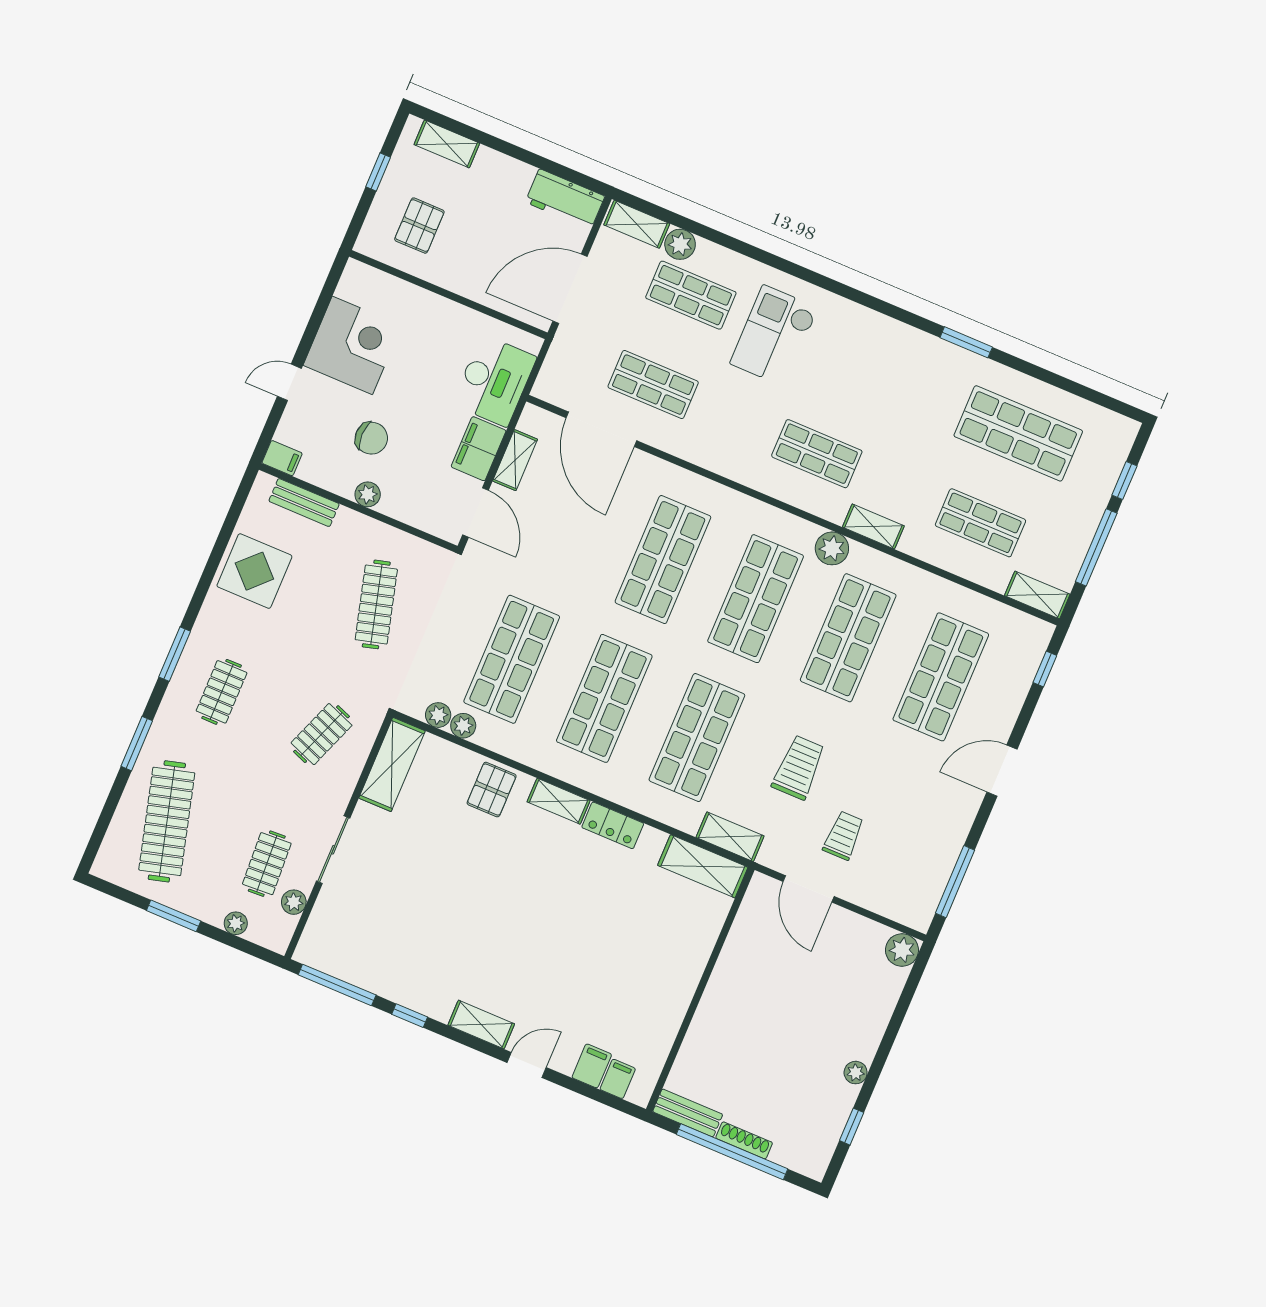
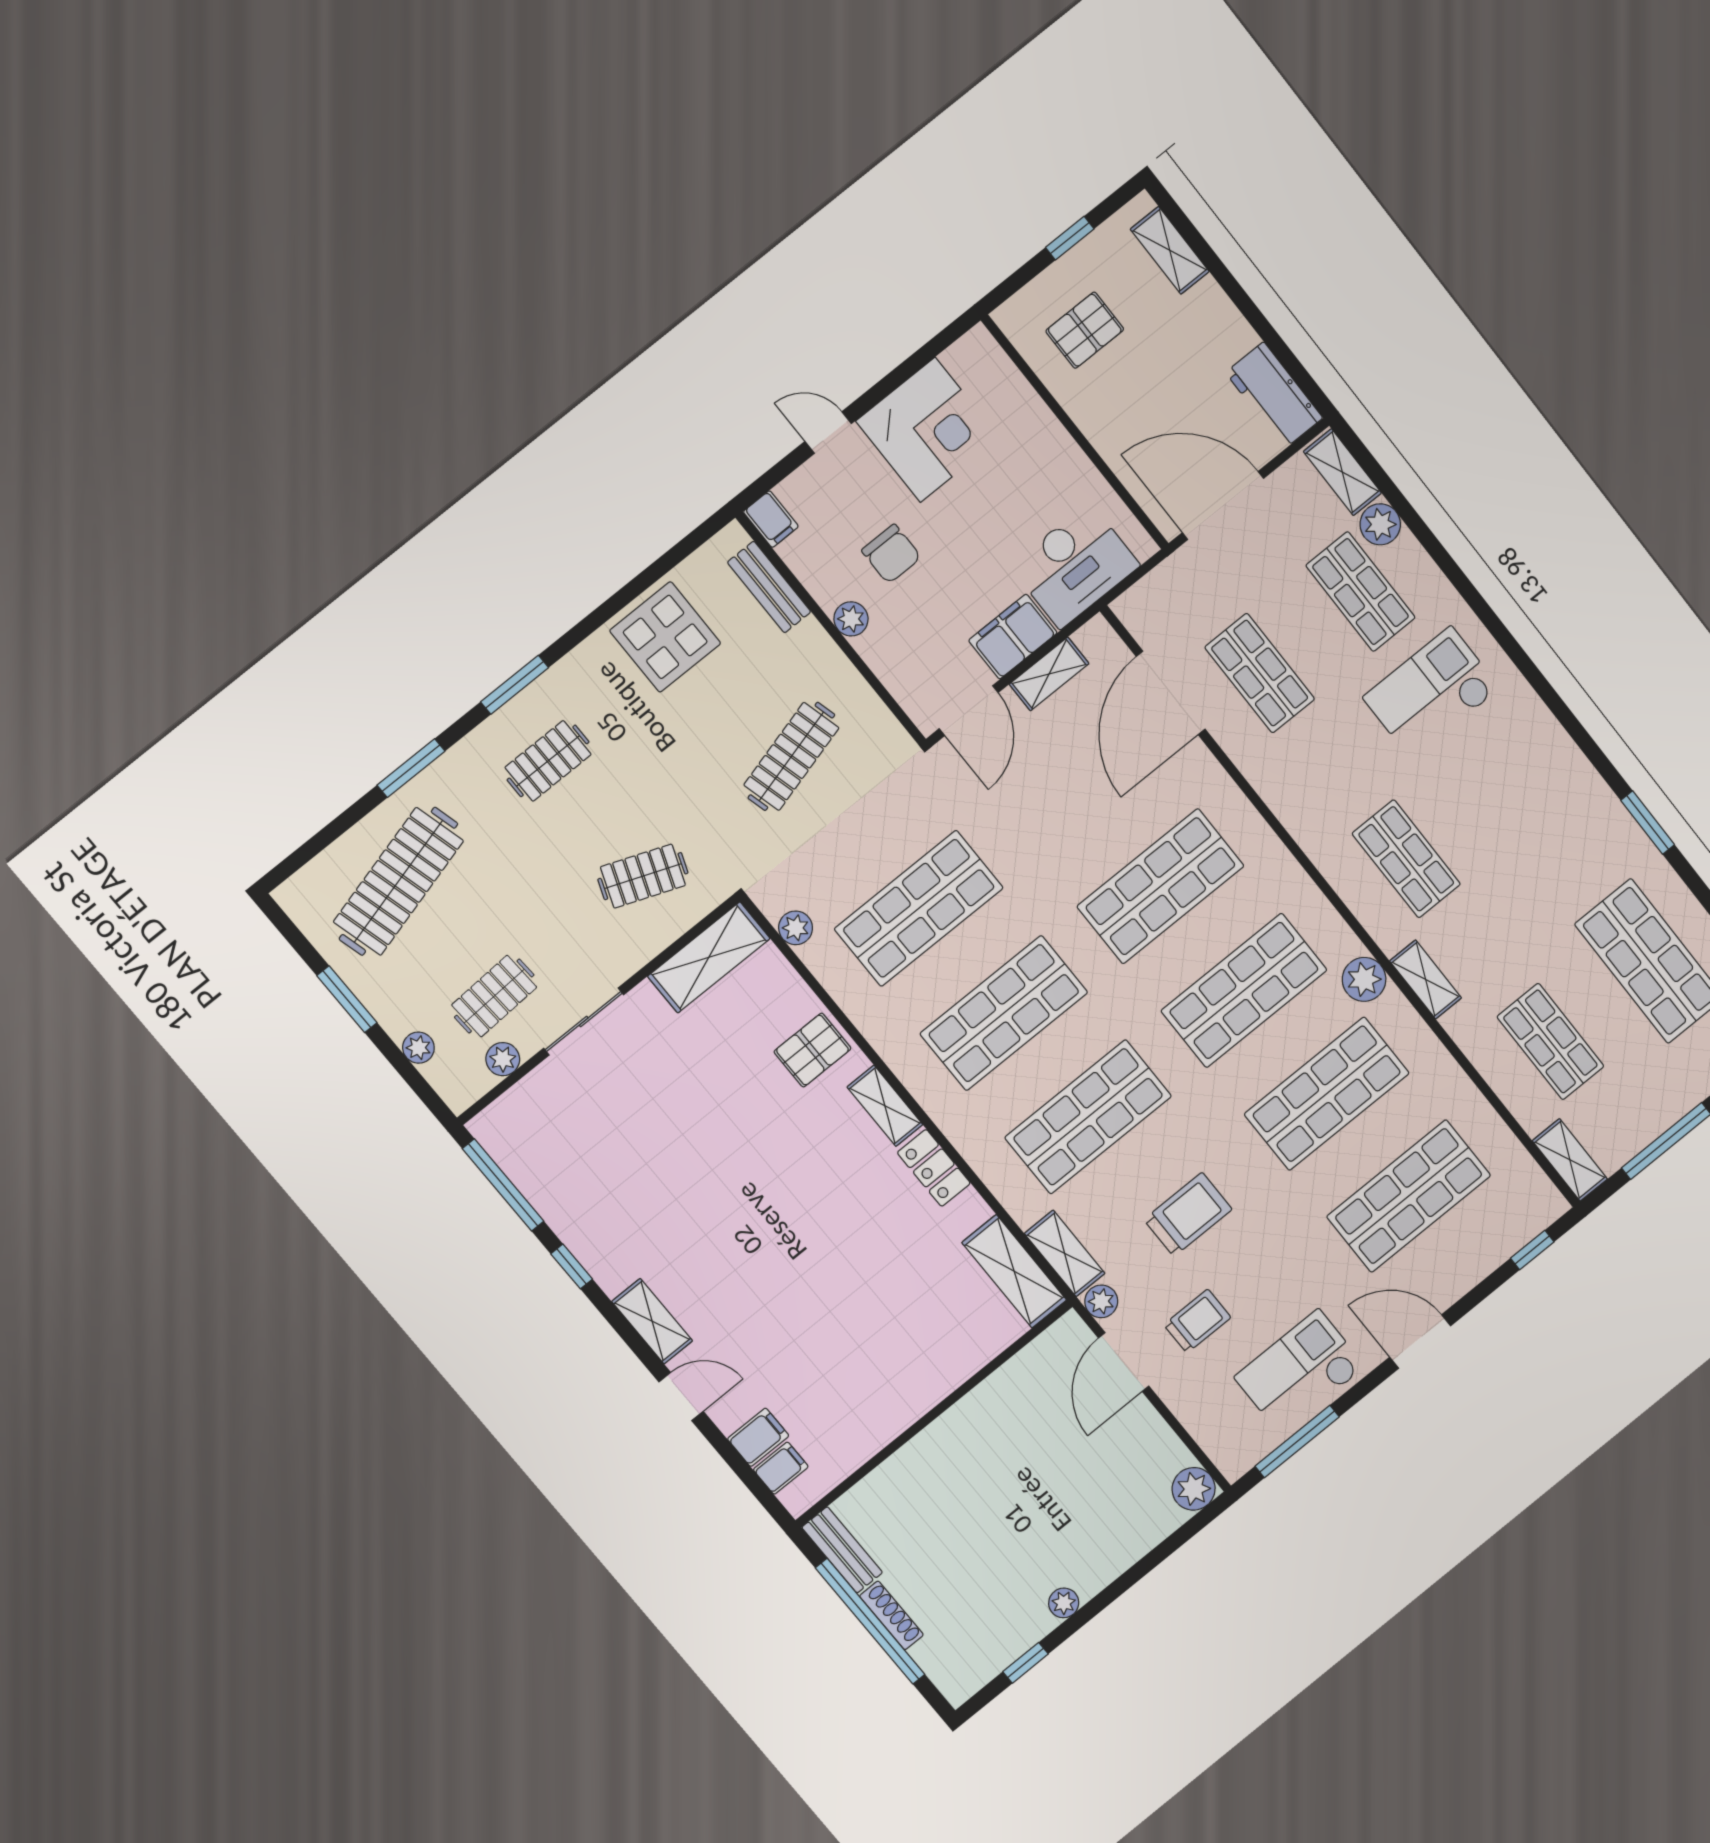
plant: (463, 726) -> (1101, 1301), moved
checkout: (931, 834) -> (1300, 1372), added

